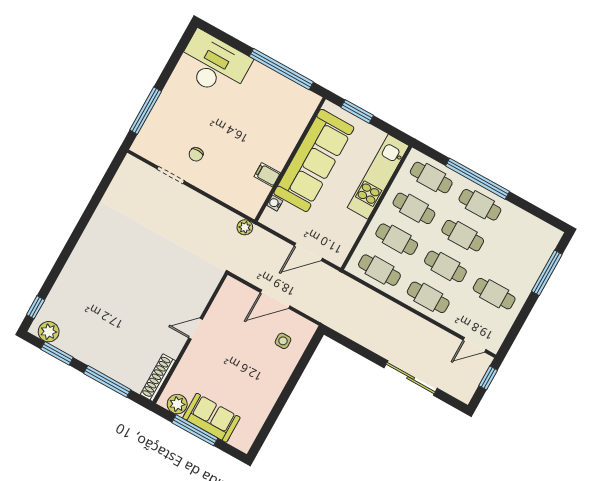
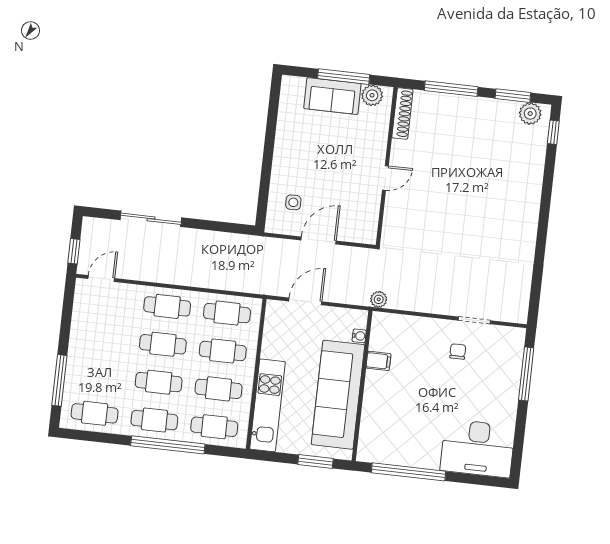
cafe table: (494, 294) -> (95, 413), moved

